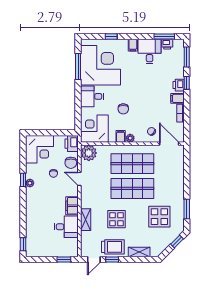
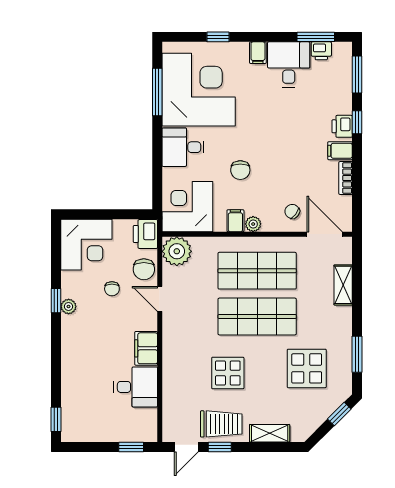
shelving: (86, 220) -> (343, 285), moved

